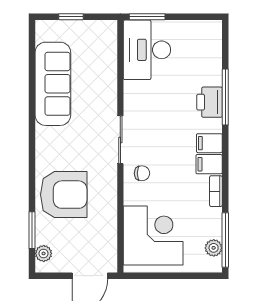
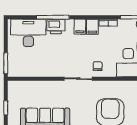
desk: (147, 50) -> (28, 33), moved, turned 180

